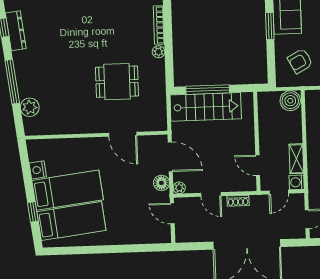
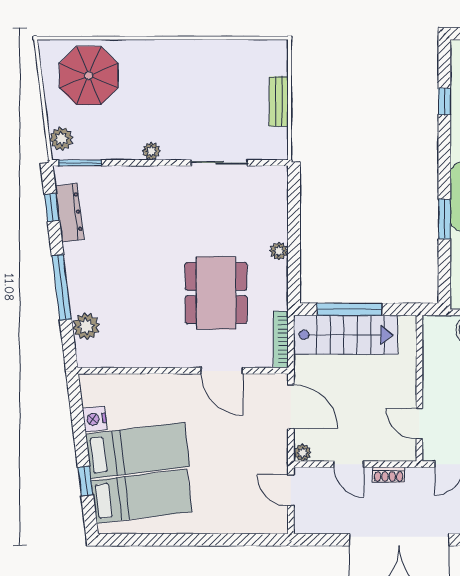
bookcase: (159, 25) -> (281, 340), moved
dining table: (117, 82) -> (216, 293), width x1.38
floor lamp: (161, 183) -> (276, 445), removed

